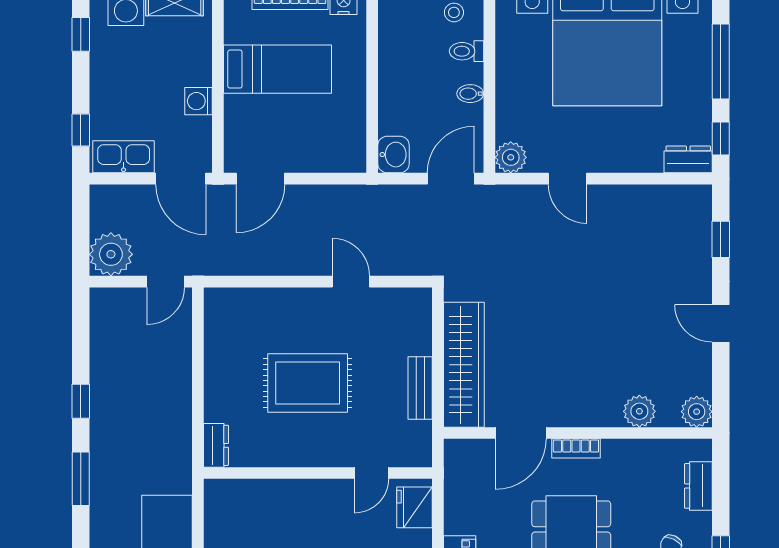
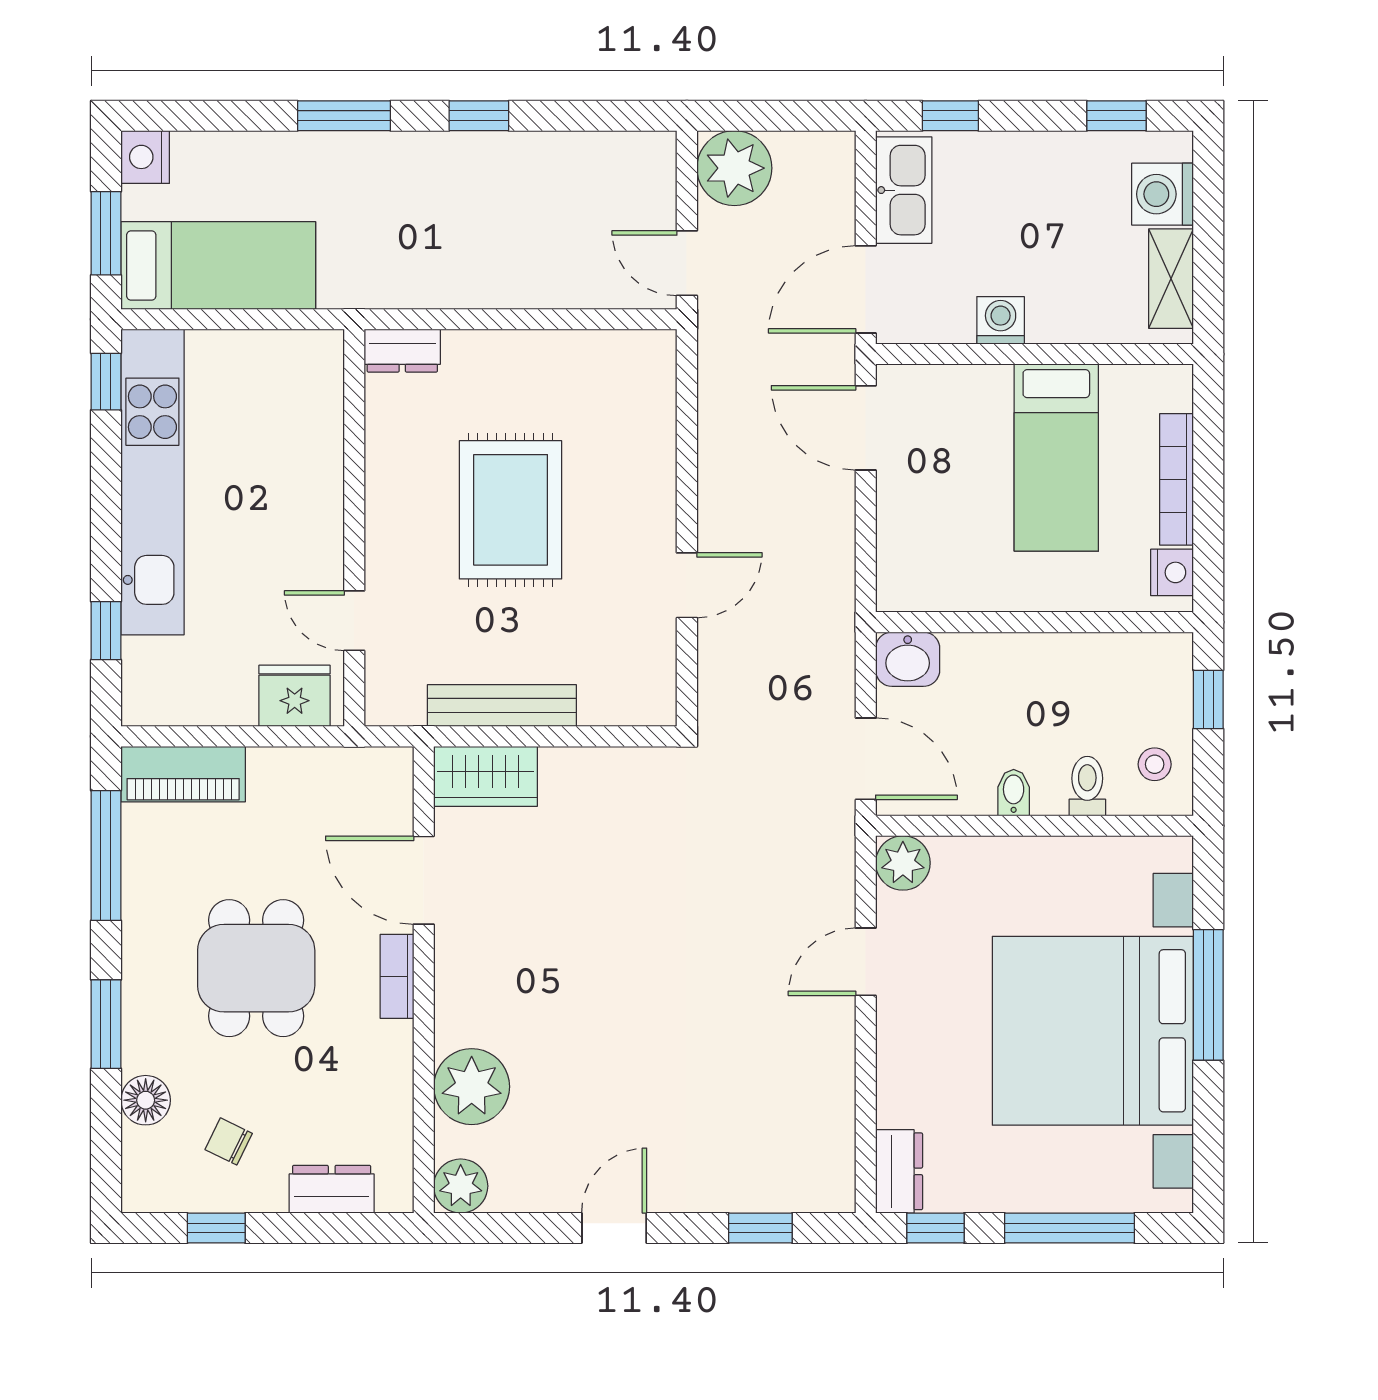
wardrobe: (464, 365) -> (485, 776), width x0.48, depth x0.85
bench: (420, 388) -> (502, 706), width x1.36
plant: (639, 411) -> (472, 1087), width x1.36, depth x1.36

